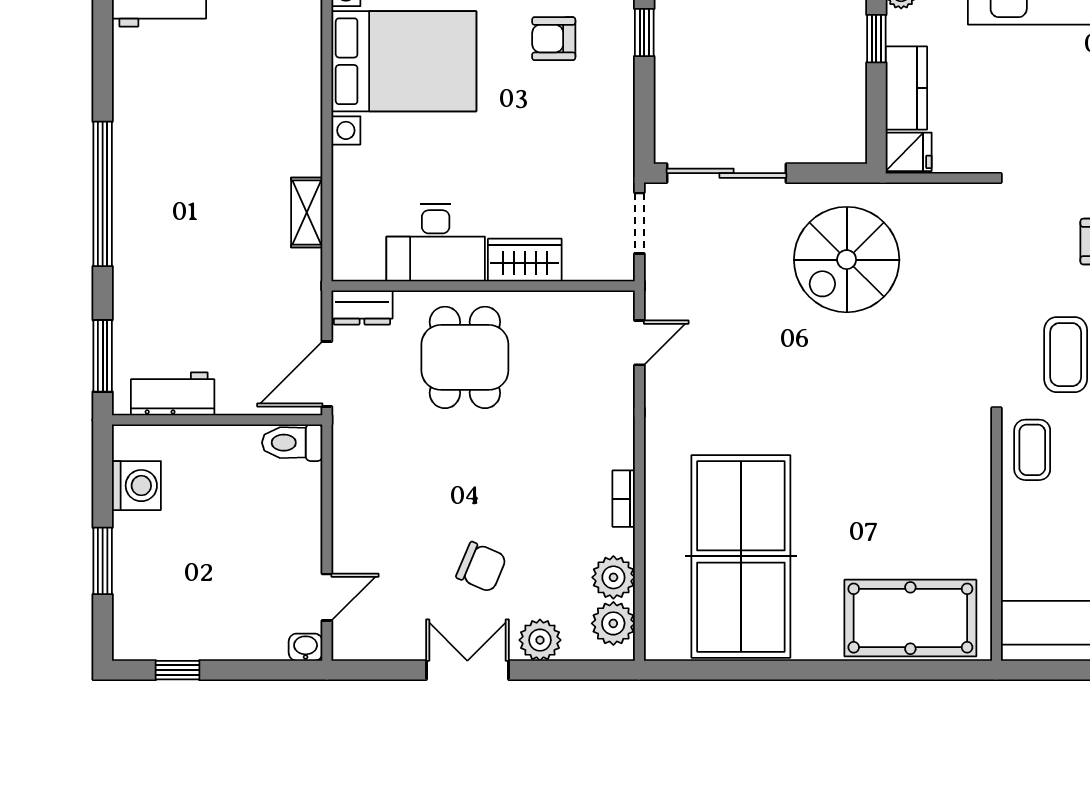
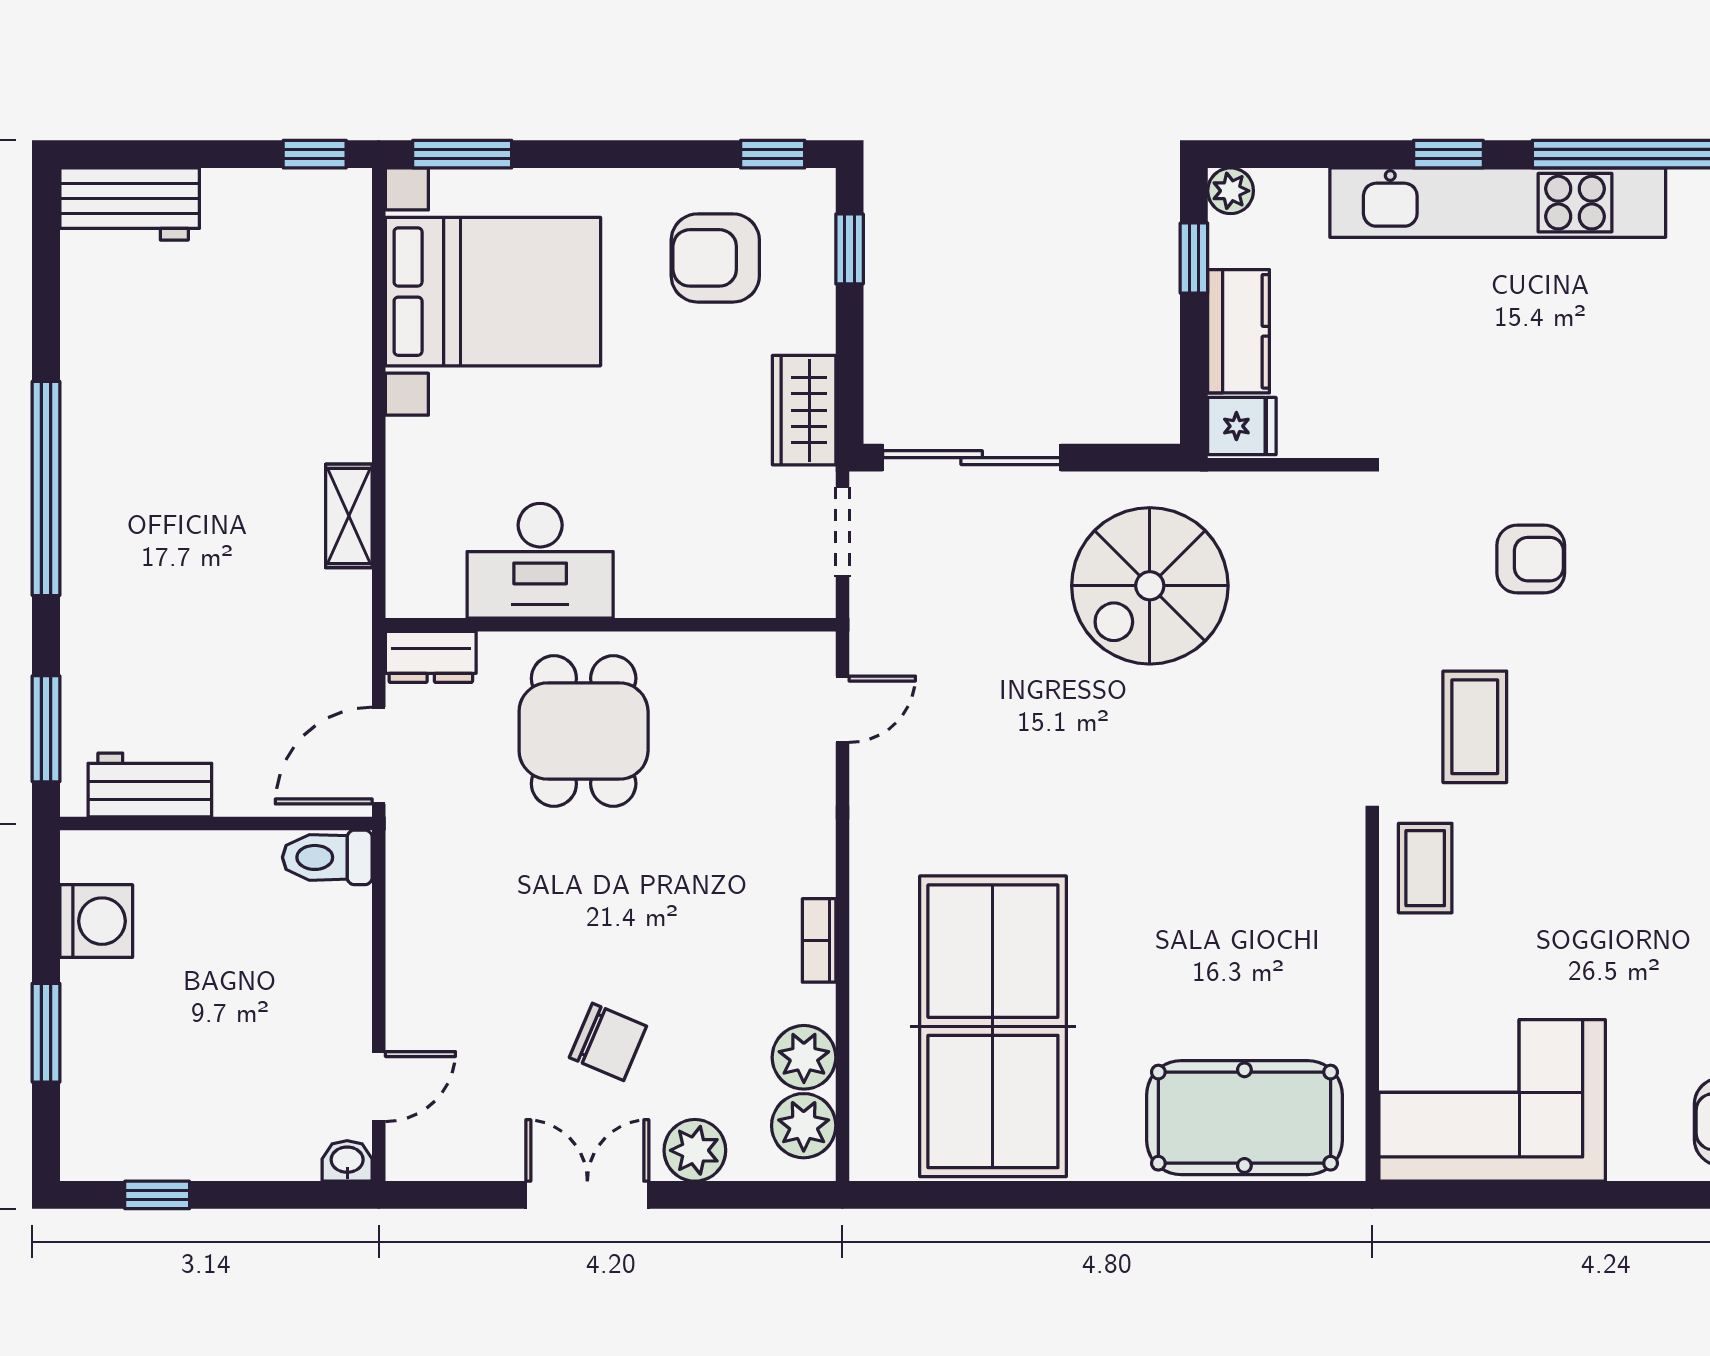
armchair: (554, 39) -> (715, 258), width x1.38, depth x1.38
wardrobe: (525, 260) -> (804, 410), moved, turned -90

